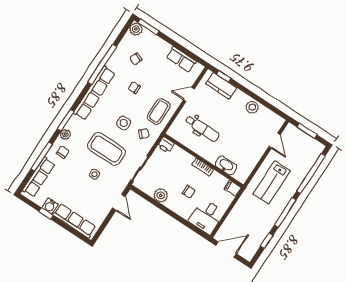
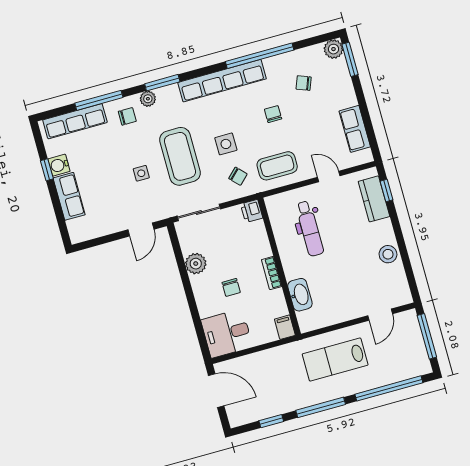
window: (307, 131) -> (427, 336), width x1.44
row of seats: (75, 221) -> (69, 196), width x0.68

